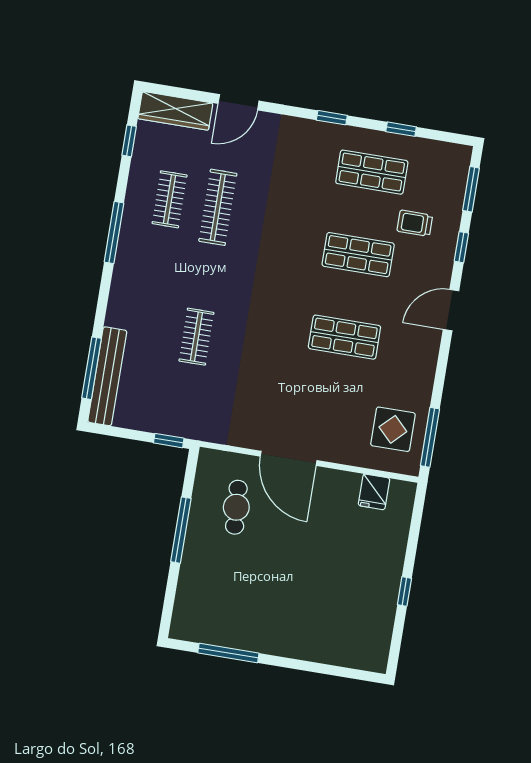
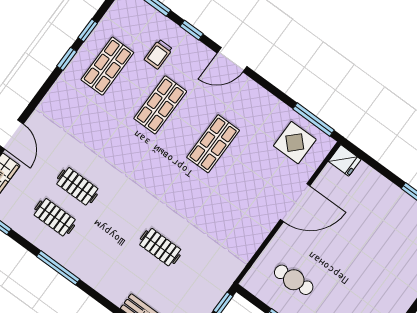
window: (332, 118) -> (67, 59), moved
clothes rail: (218, 207) -> (77, 186), width x0.73
door: (451, 310) -> (232, 60), hinge flipped
door: (289, 458) -> (295, 203), moved
fridge: (374, 492) -> (345, 160), moved

